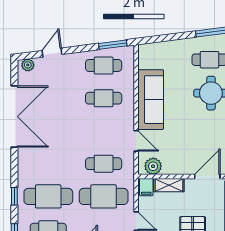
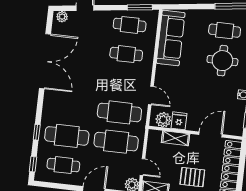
sofa: (151, 100) -> (171, 38), moved
cafe table: (104, 164) -> (119, 112), width x1.37, depth x1.35
fridge: (171, 165) -> (179, 121), added
filing cabinet: (146, 187) -> (155, 138), removed

